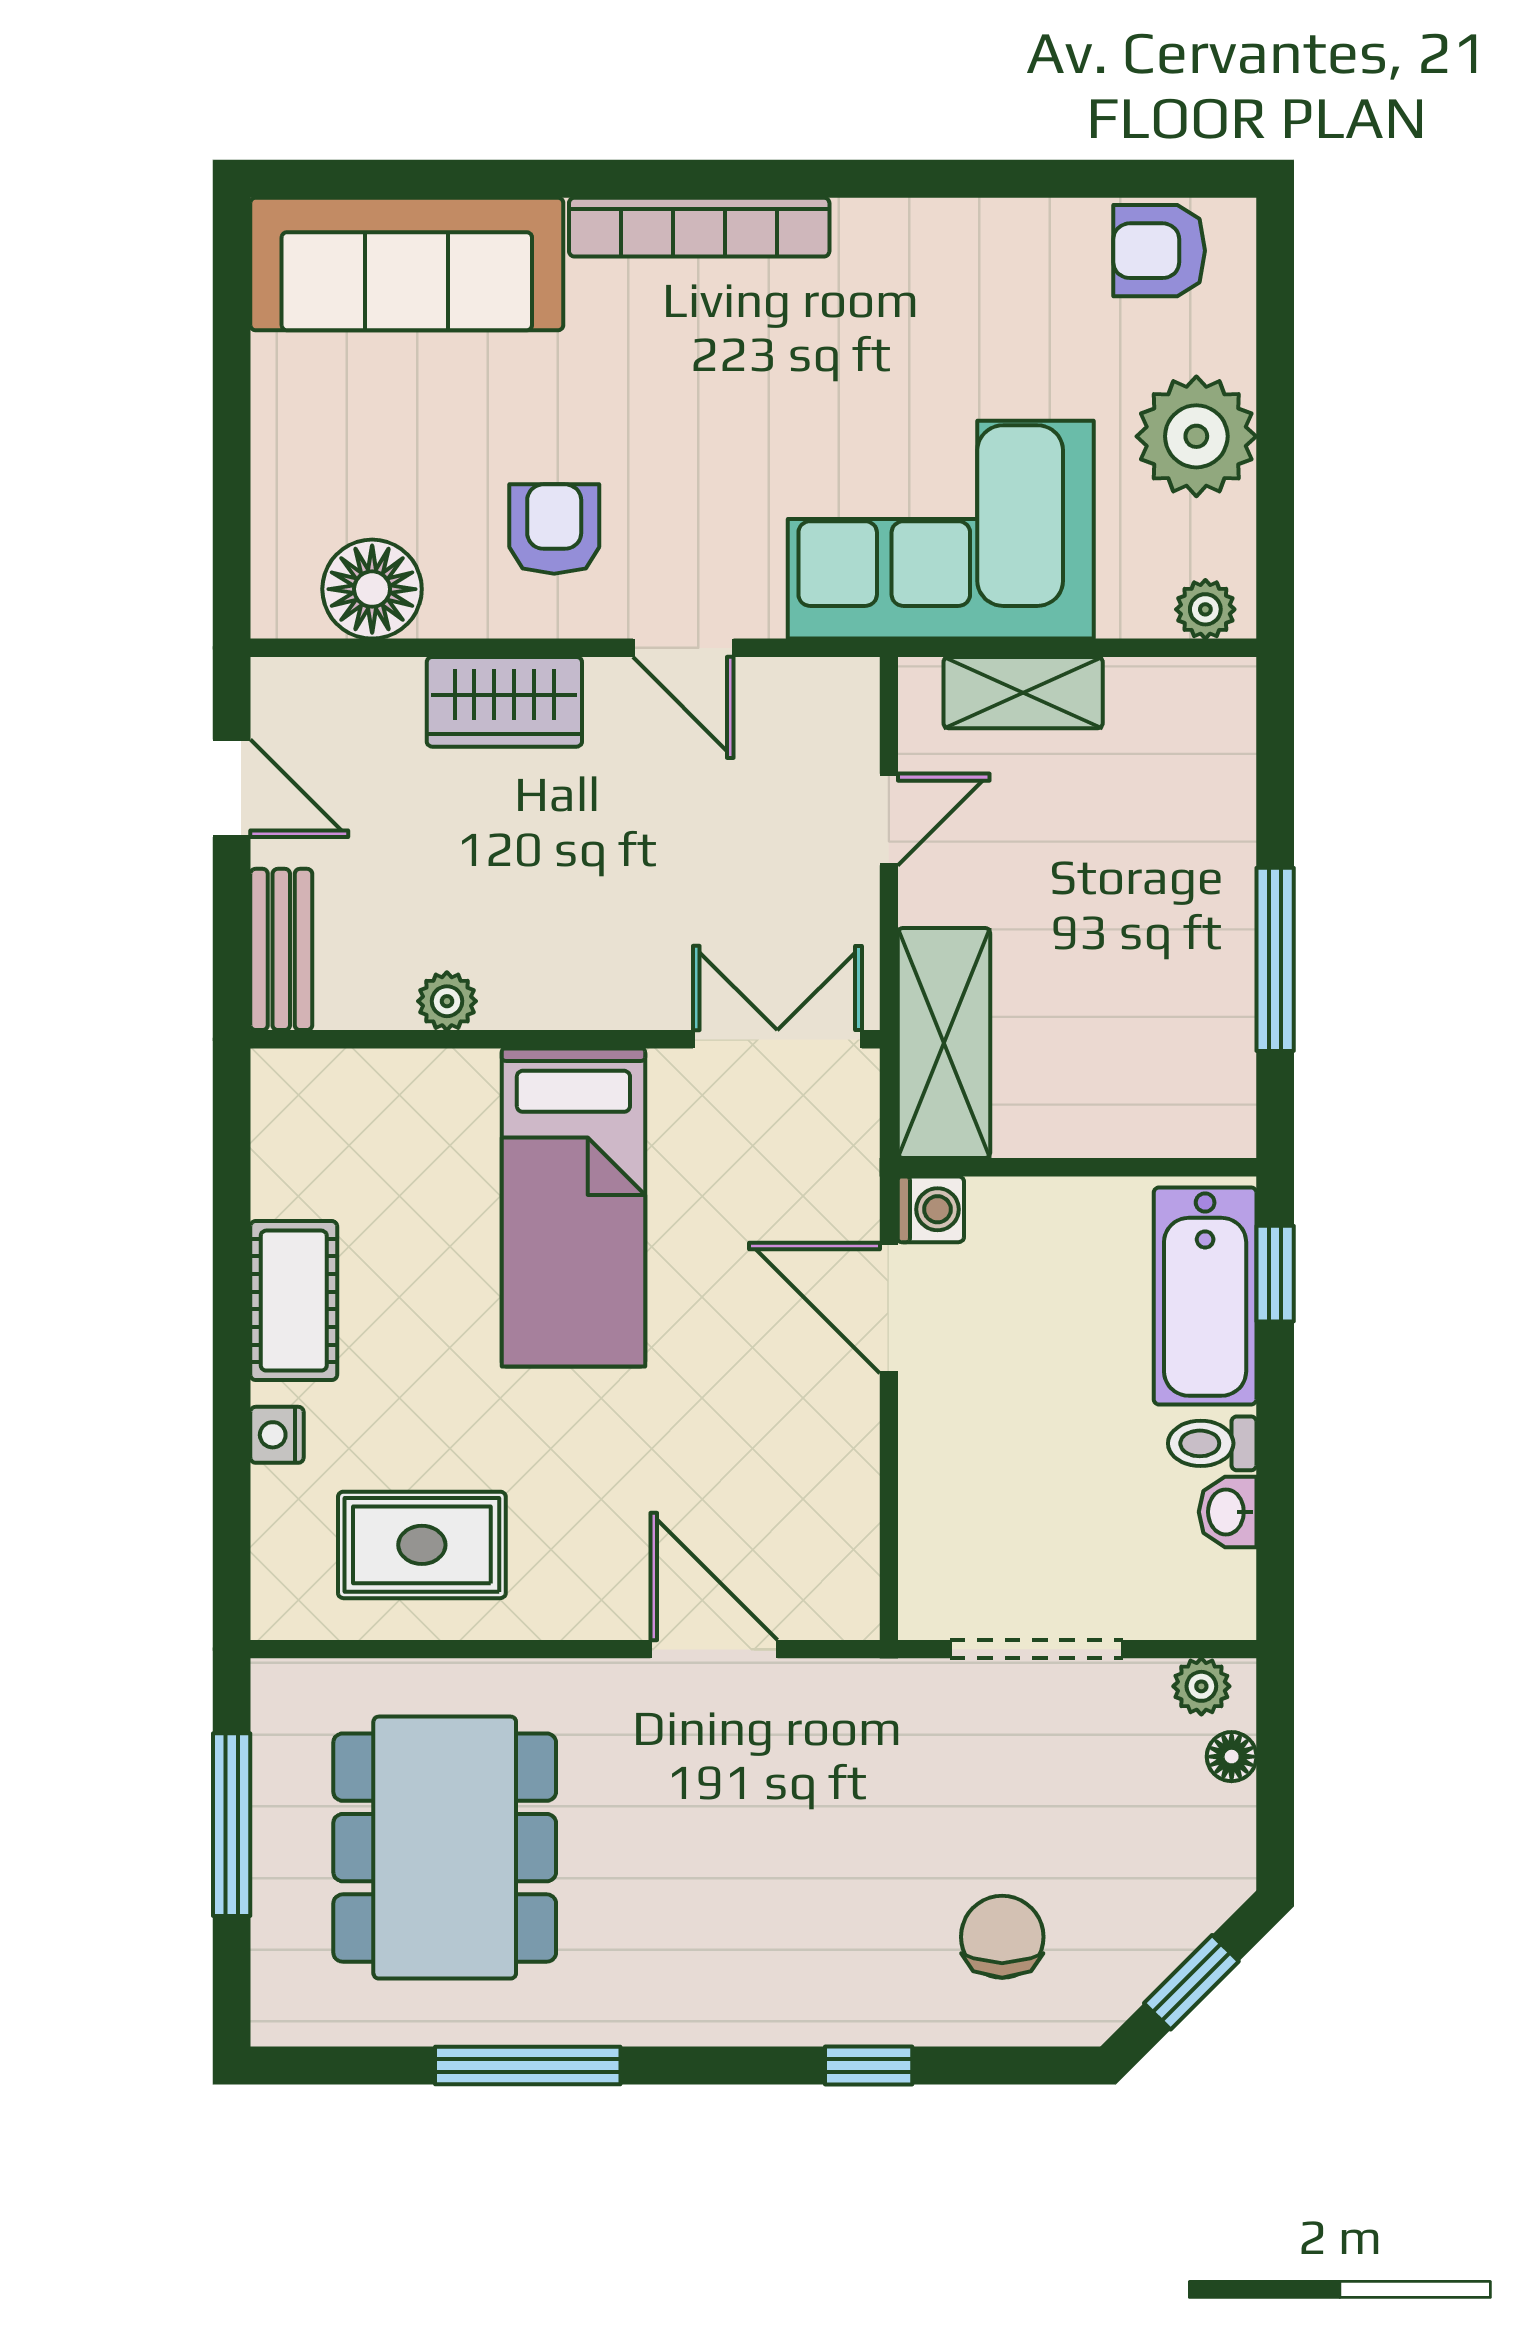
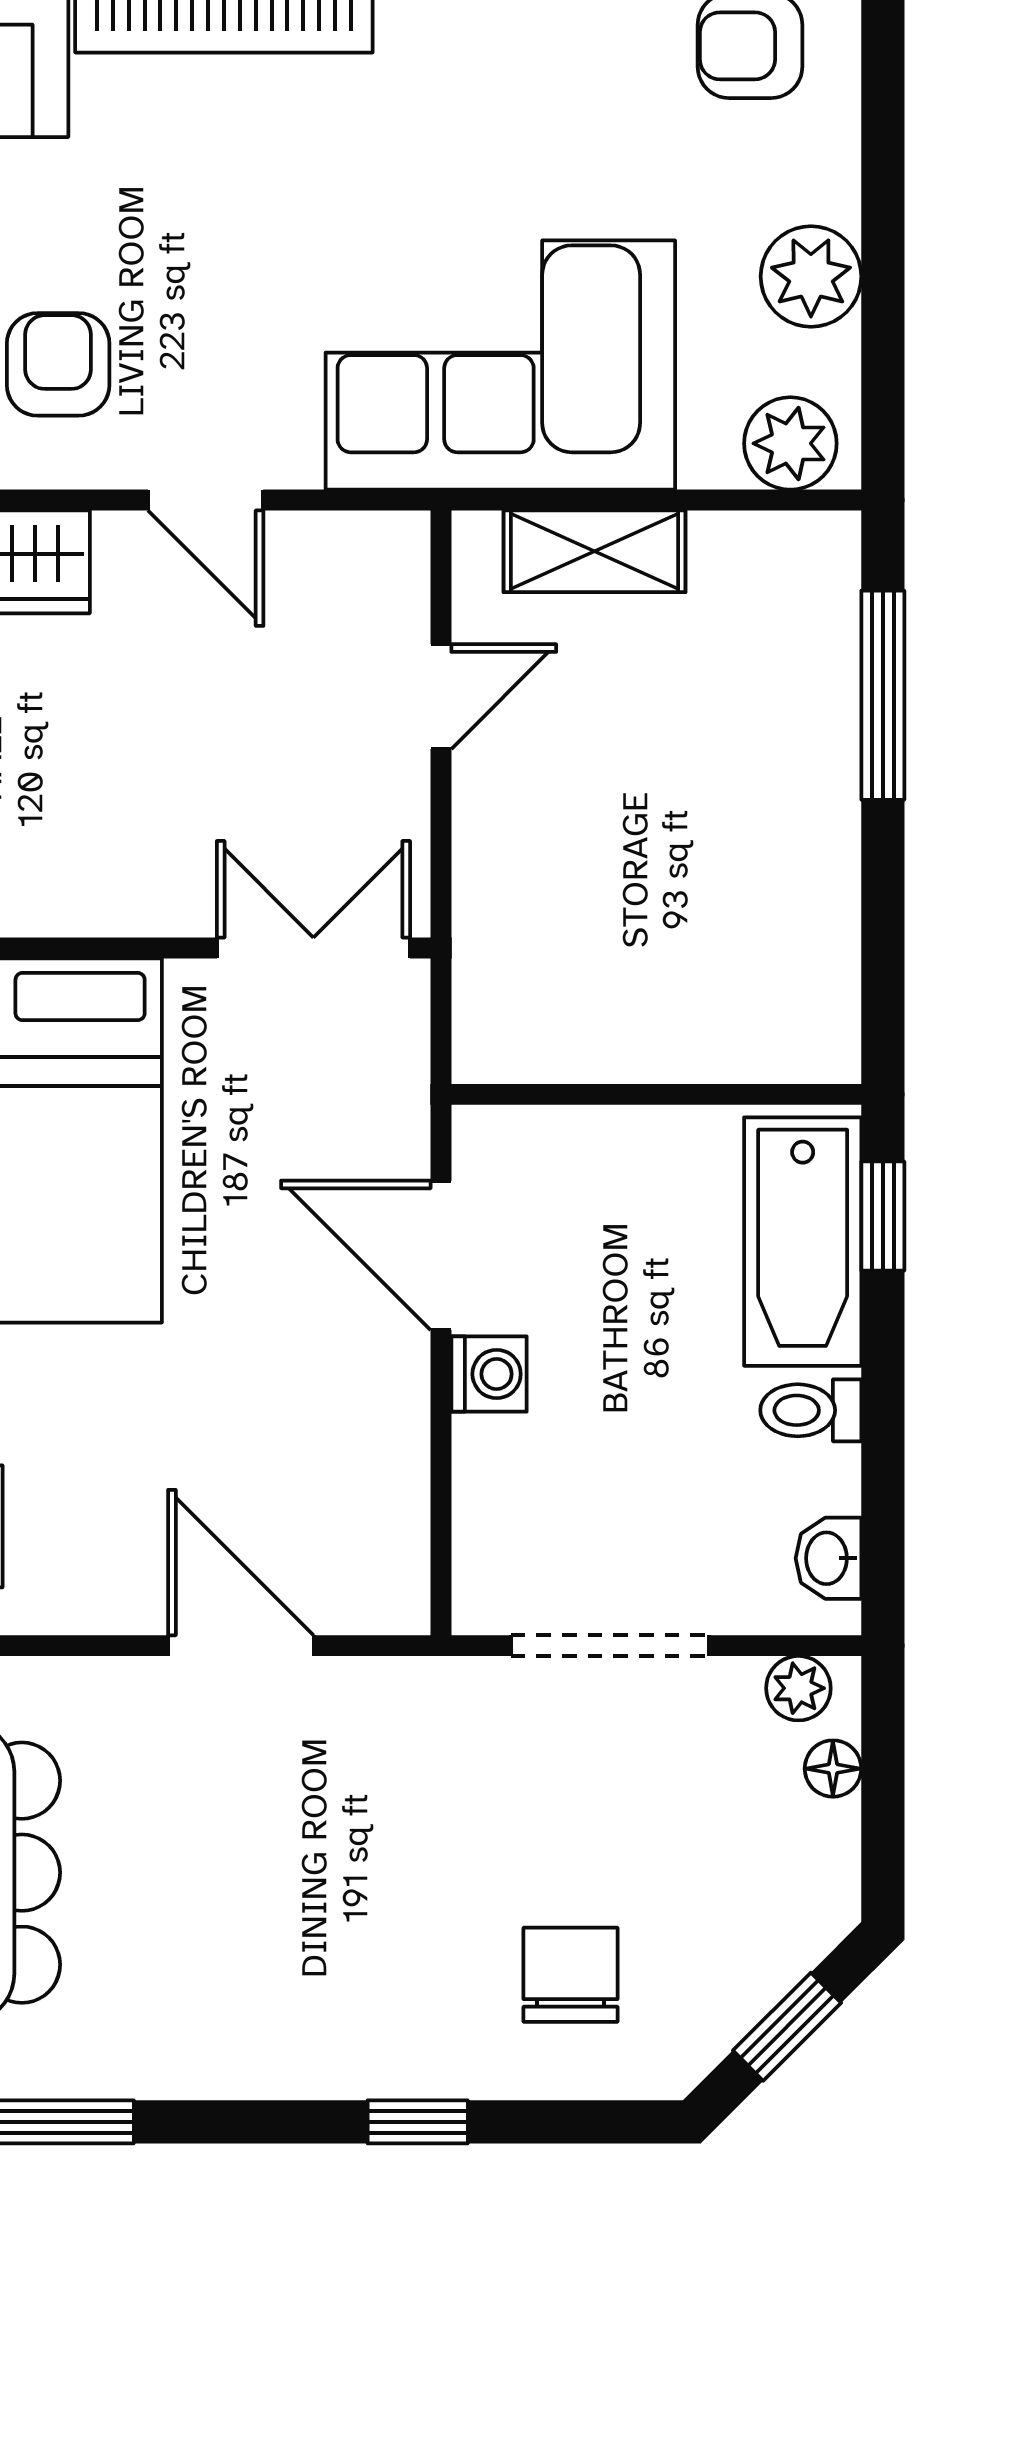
plant: (1196, 436) -> (811, 276), width x0.73, depth x0.73
plant: (1205, 609) -> (790, 443), width x1.38, depth x1.38
window: (1275, 959) -> (883, 695), moved
shelving: (944, 1043) -> (504, 952), removed
washing machine: (931, 1209) -> (489, 1374), moved
washbasin: (1228, 1512) -> (828, 1558), moved

